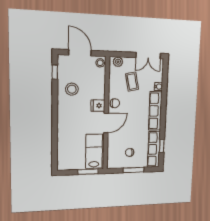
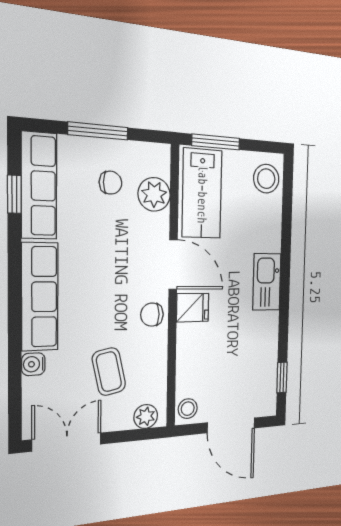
stool: (72, 89) -> (266, 179), moved
kitchen sink: (64, 116) -> (267, 282), added
door: (106, 123) -> (173, 265), swing flipped
plant: (113, 150) -> (154, 194), added

